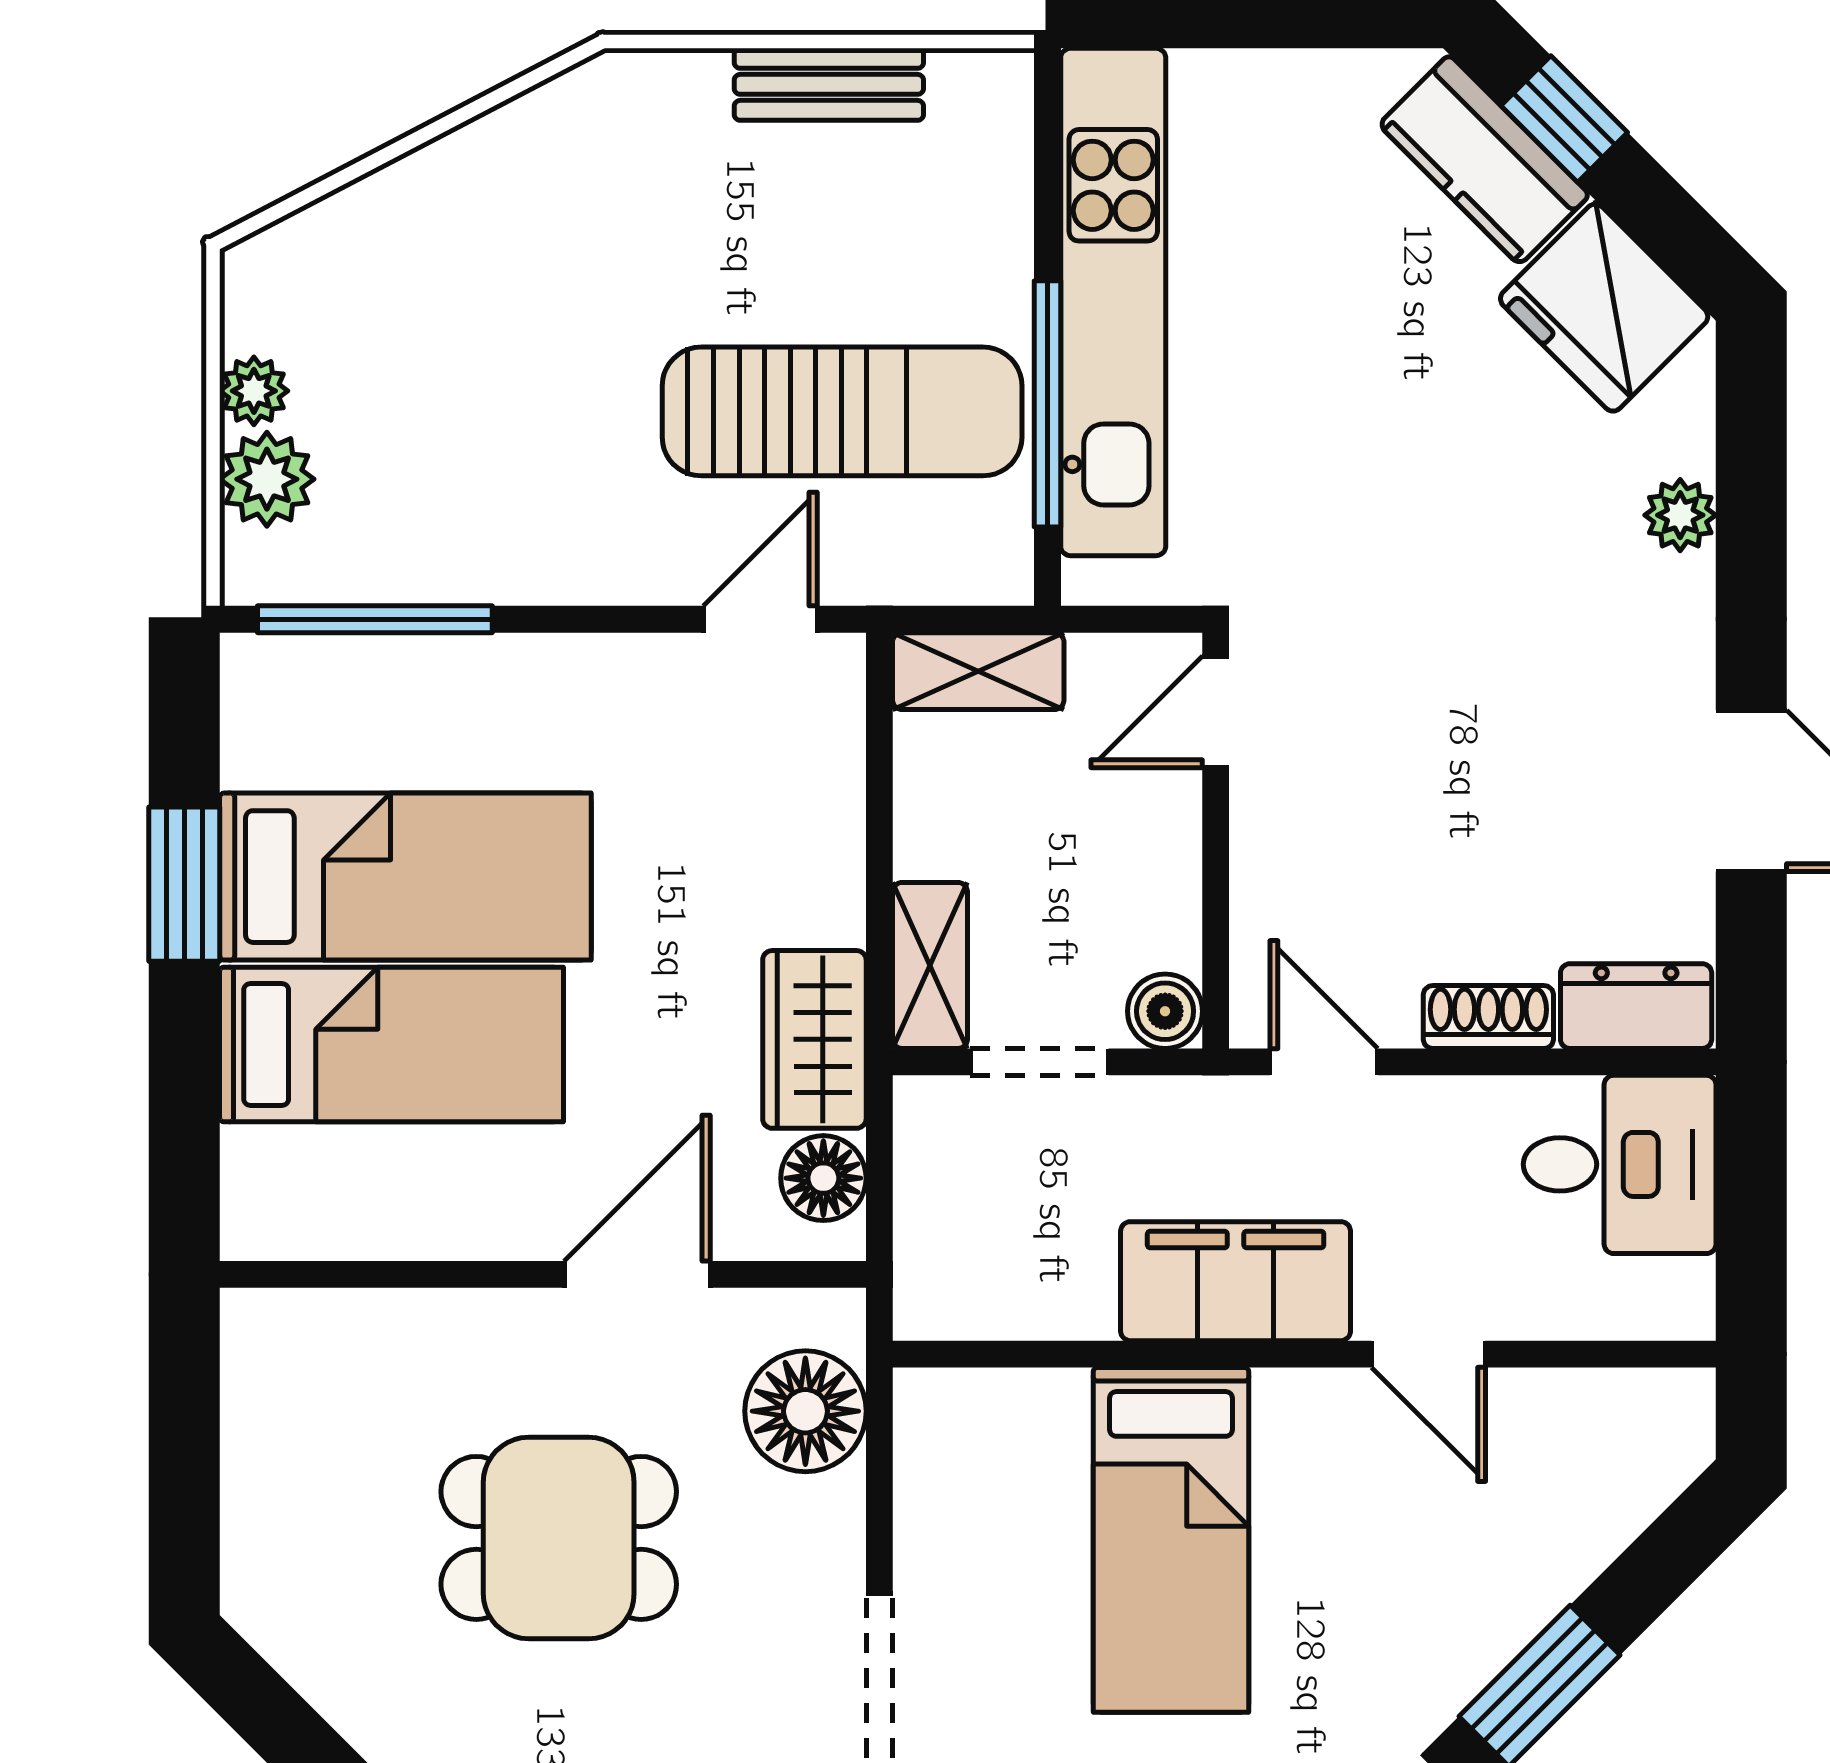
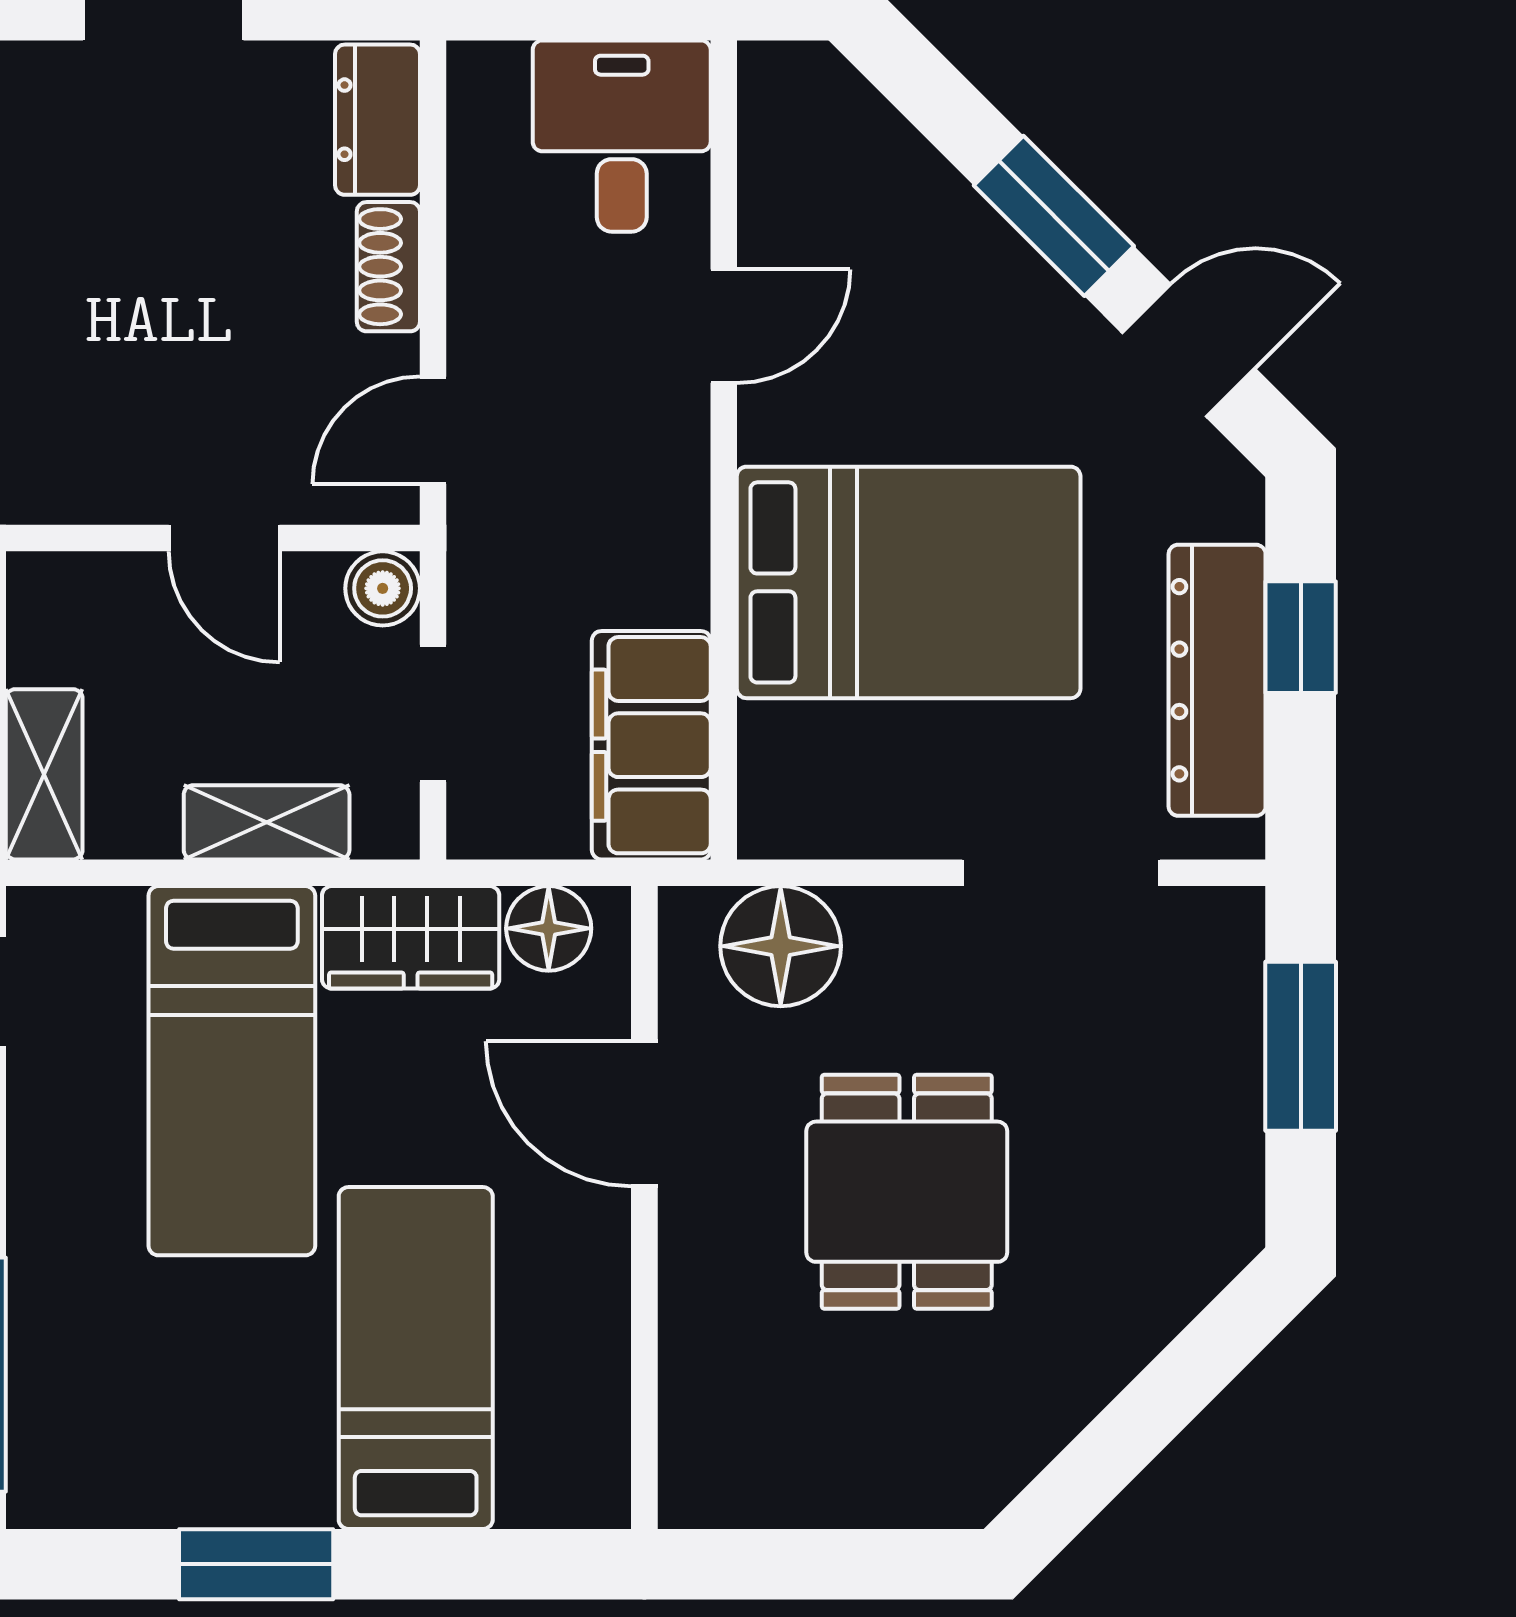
door: (1216, 712) -> (224, 538), moved
bed: (405, 877) -> (232, 1071), moved, turned 180
shelving: (930, 965) -> (267, 822), moved
desk: (1620, 1164) -> (622, 136), moved
filing cabinet: (1236, 1281) -> (651, 745), moved
bed: (1171, 1540) -> (909, 582), width x1.50

